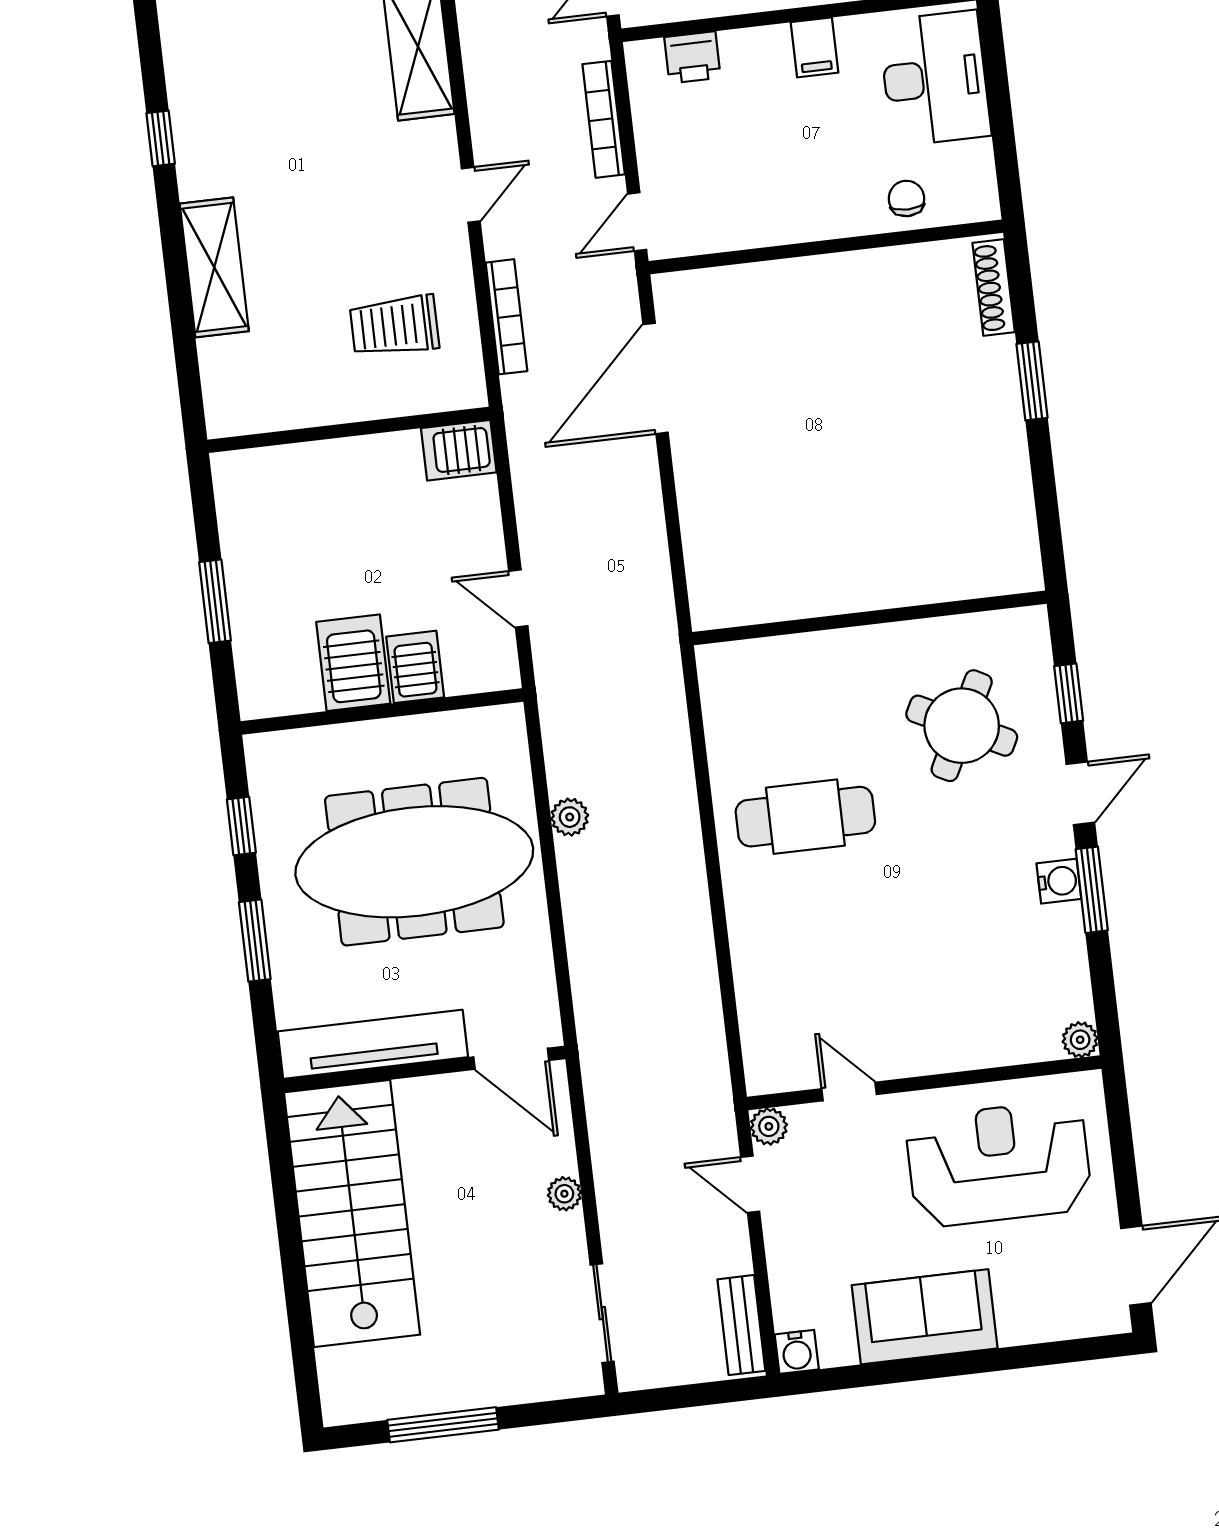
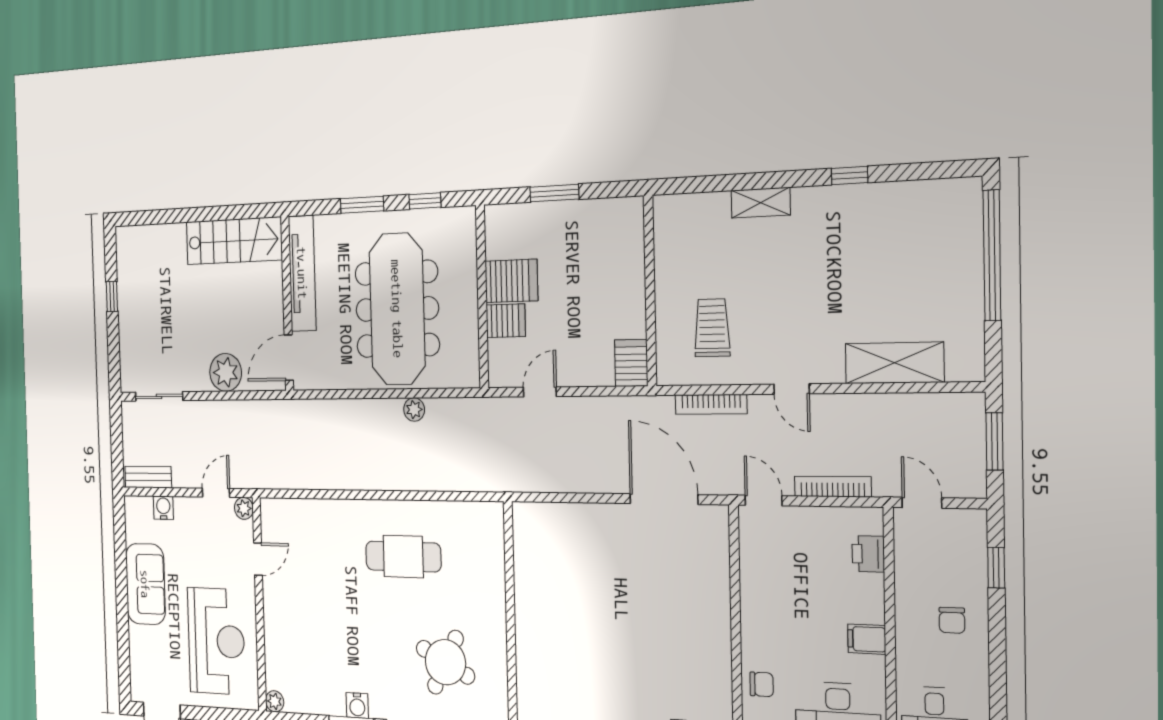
shelving: (214, 267) -> (761, 203), width x0.67, depth x0.75
cafe table: (805, 817) -> (403, 557), turned 90
plant: (564, 1194) -> (226, 372), width x1.88, depth x1.88
stairs: (352, 1213) -> (234, 241), width x0.73, depth x0.66
water cooler: (797, 1352) -> (163, 508), moved, turned 90
window: (443, 1425) -> (112, 297), width x0.46

